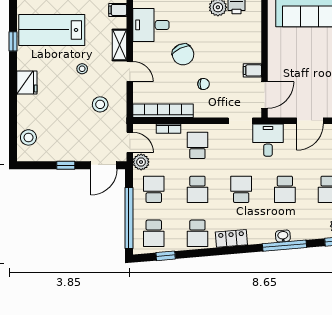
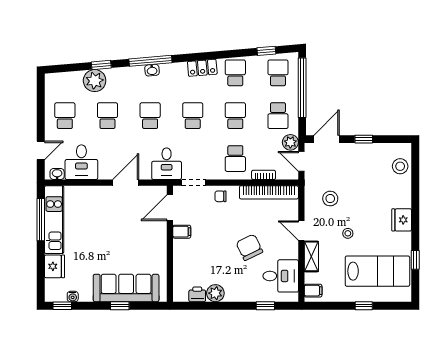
chair: (204, 84) -> (221, 196), moved
school desk: (241, 189) -> (193, 116), turned 180

